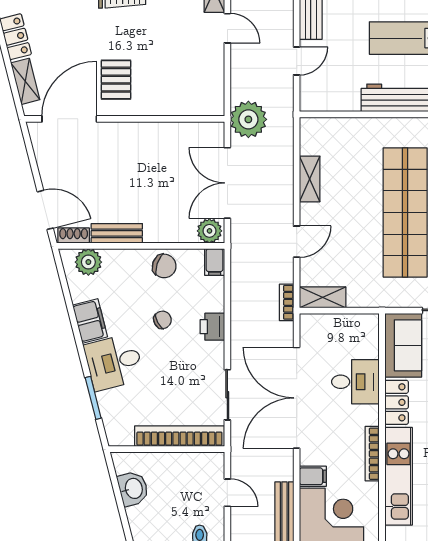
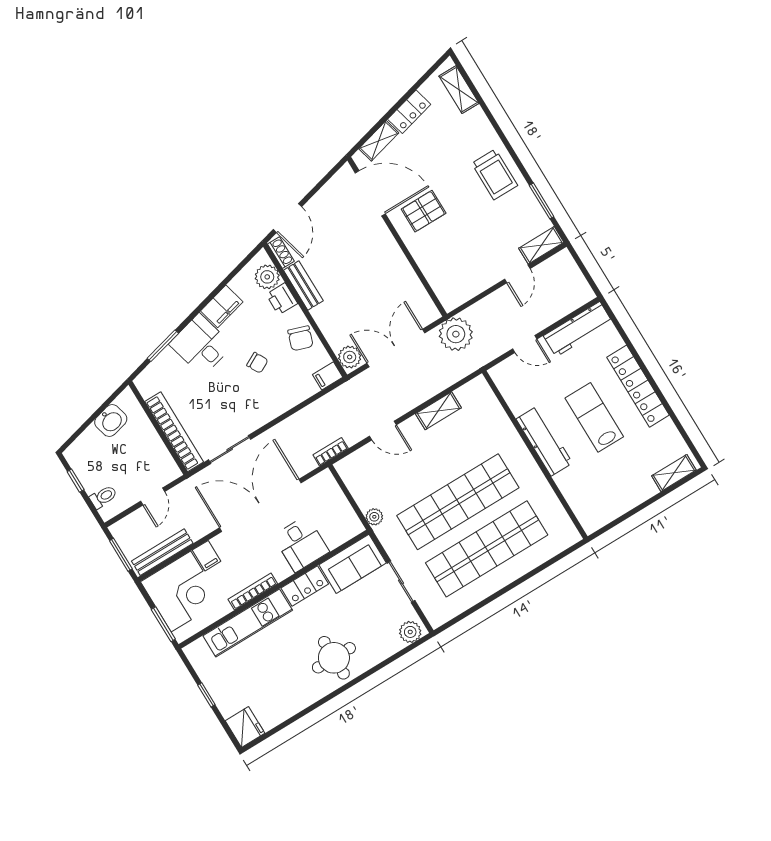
shelving: (323, 297) -> (352, 478), removed
plant: (372, 299) -> (374, 517), added
printer: (212, 327) -> (282, 299), moved, turned -90

